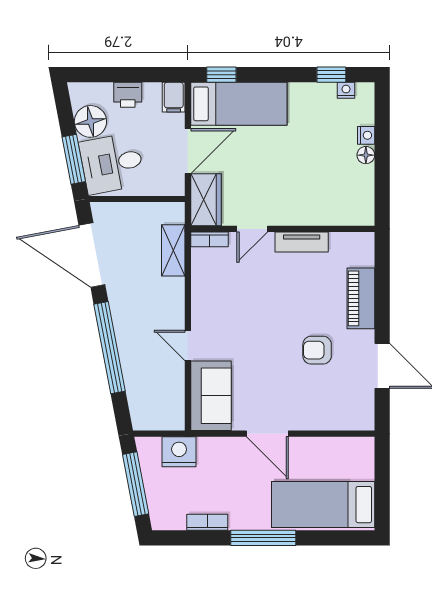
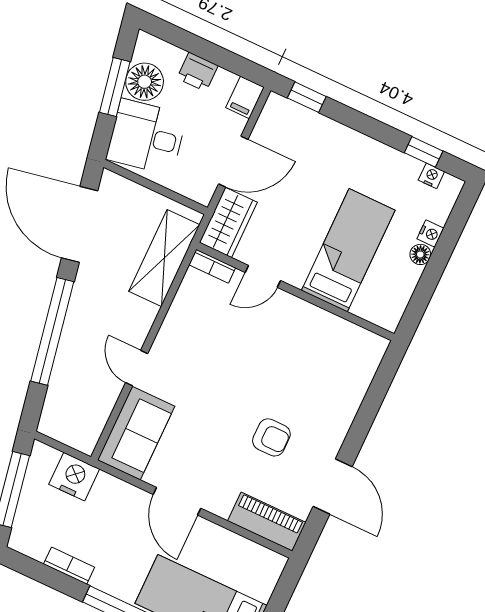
bed: (239, 104) -> (348, 250), moved, turned -90
window: (74, 159) -> (115, 87), moved
tv unit: (302, 242) -> (309, 315), removed
shelving: (173, 250) -> (164, 258), width x1.50, depth x1.33
piano: (361, 298) -> (267, 522), moved, turned 90
armchair: (317, 350) -> (271, 437), turned 180

